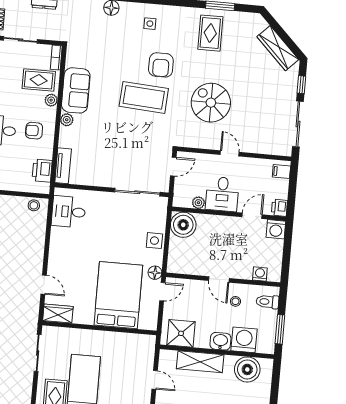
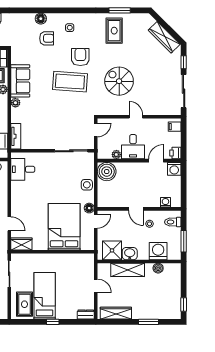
armchair: (117, 35) -> (47, 38), added
armchair: (161, 65) -> (80, 57), turned 180
washbasin: (220, 341) -> (130, 254), moved
boiler: (247, 369) -> (158, 268), width x0.54, depth x0.54

